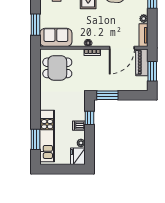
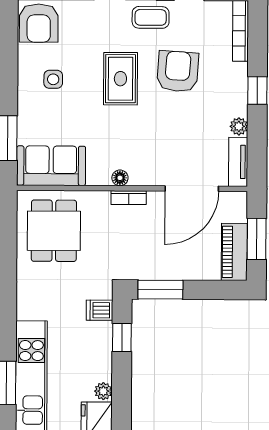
piano: (142, 62) -> (234, 252), moved
dining table: (57, 68) -> (54, 231), turned 90
dishwasher: (79, 126) -> (99, 310), moved

